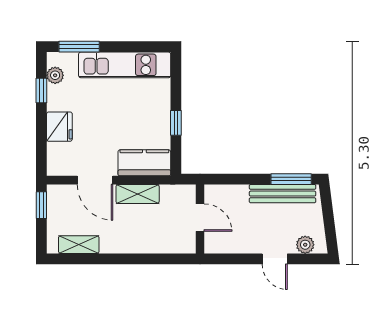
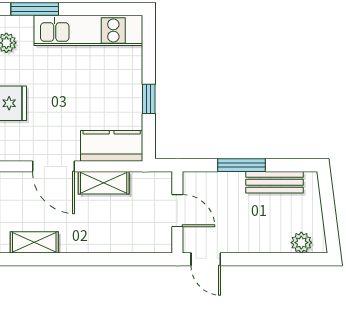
window: (291, 179) -> (242, 165), moved
bench: (283, 194) -> (275, 182), width x0.73
door: (275, 259) -> (206, 259), moved

